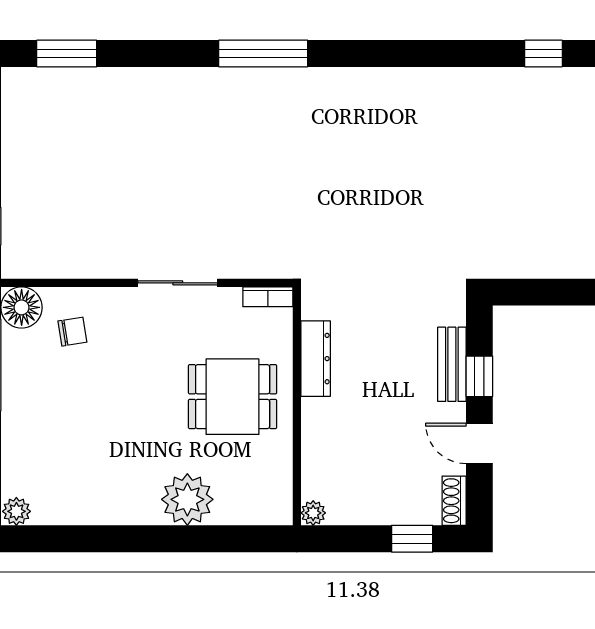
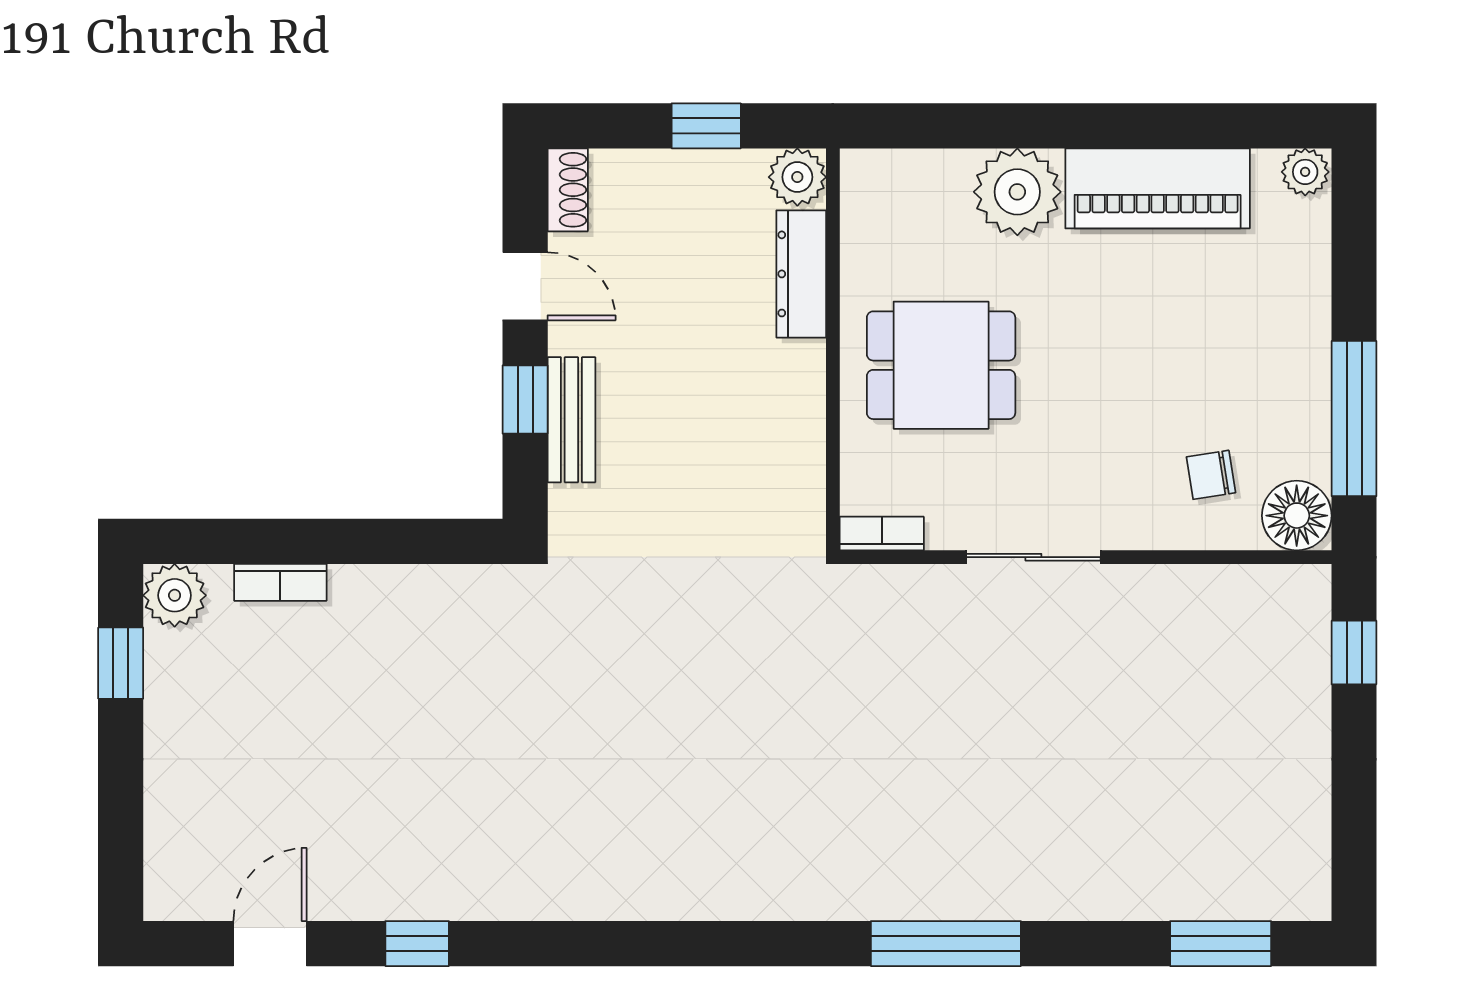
window: (263, 53) -> (946, 944), moved
dresser: (316, 359) -> (801, 274), moved
piano: (104, 502) -> (1158, 188), added
plant: (313, 513) -> (797, 177), width x1.38, depth x1.38
window: (412, 539) -> (706, 126), moved

